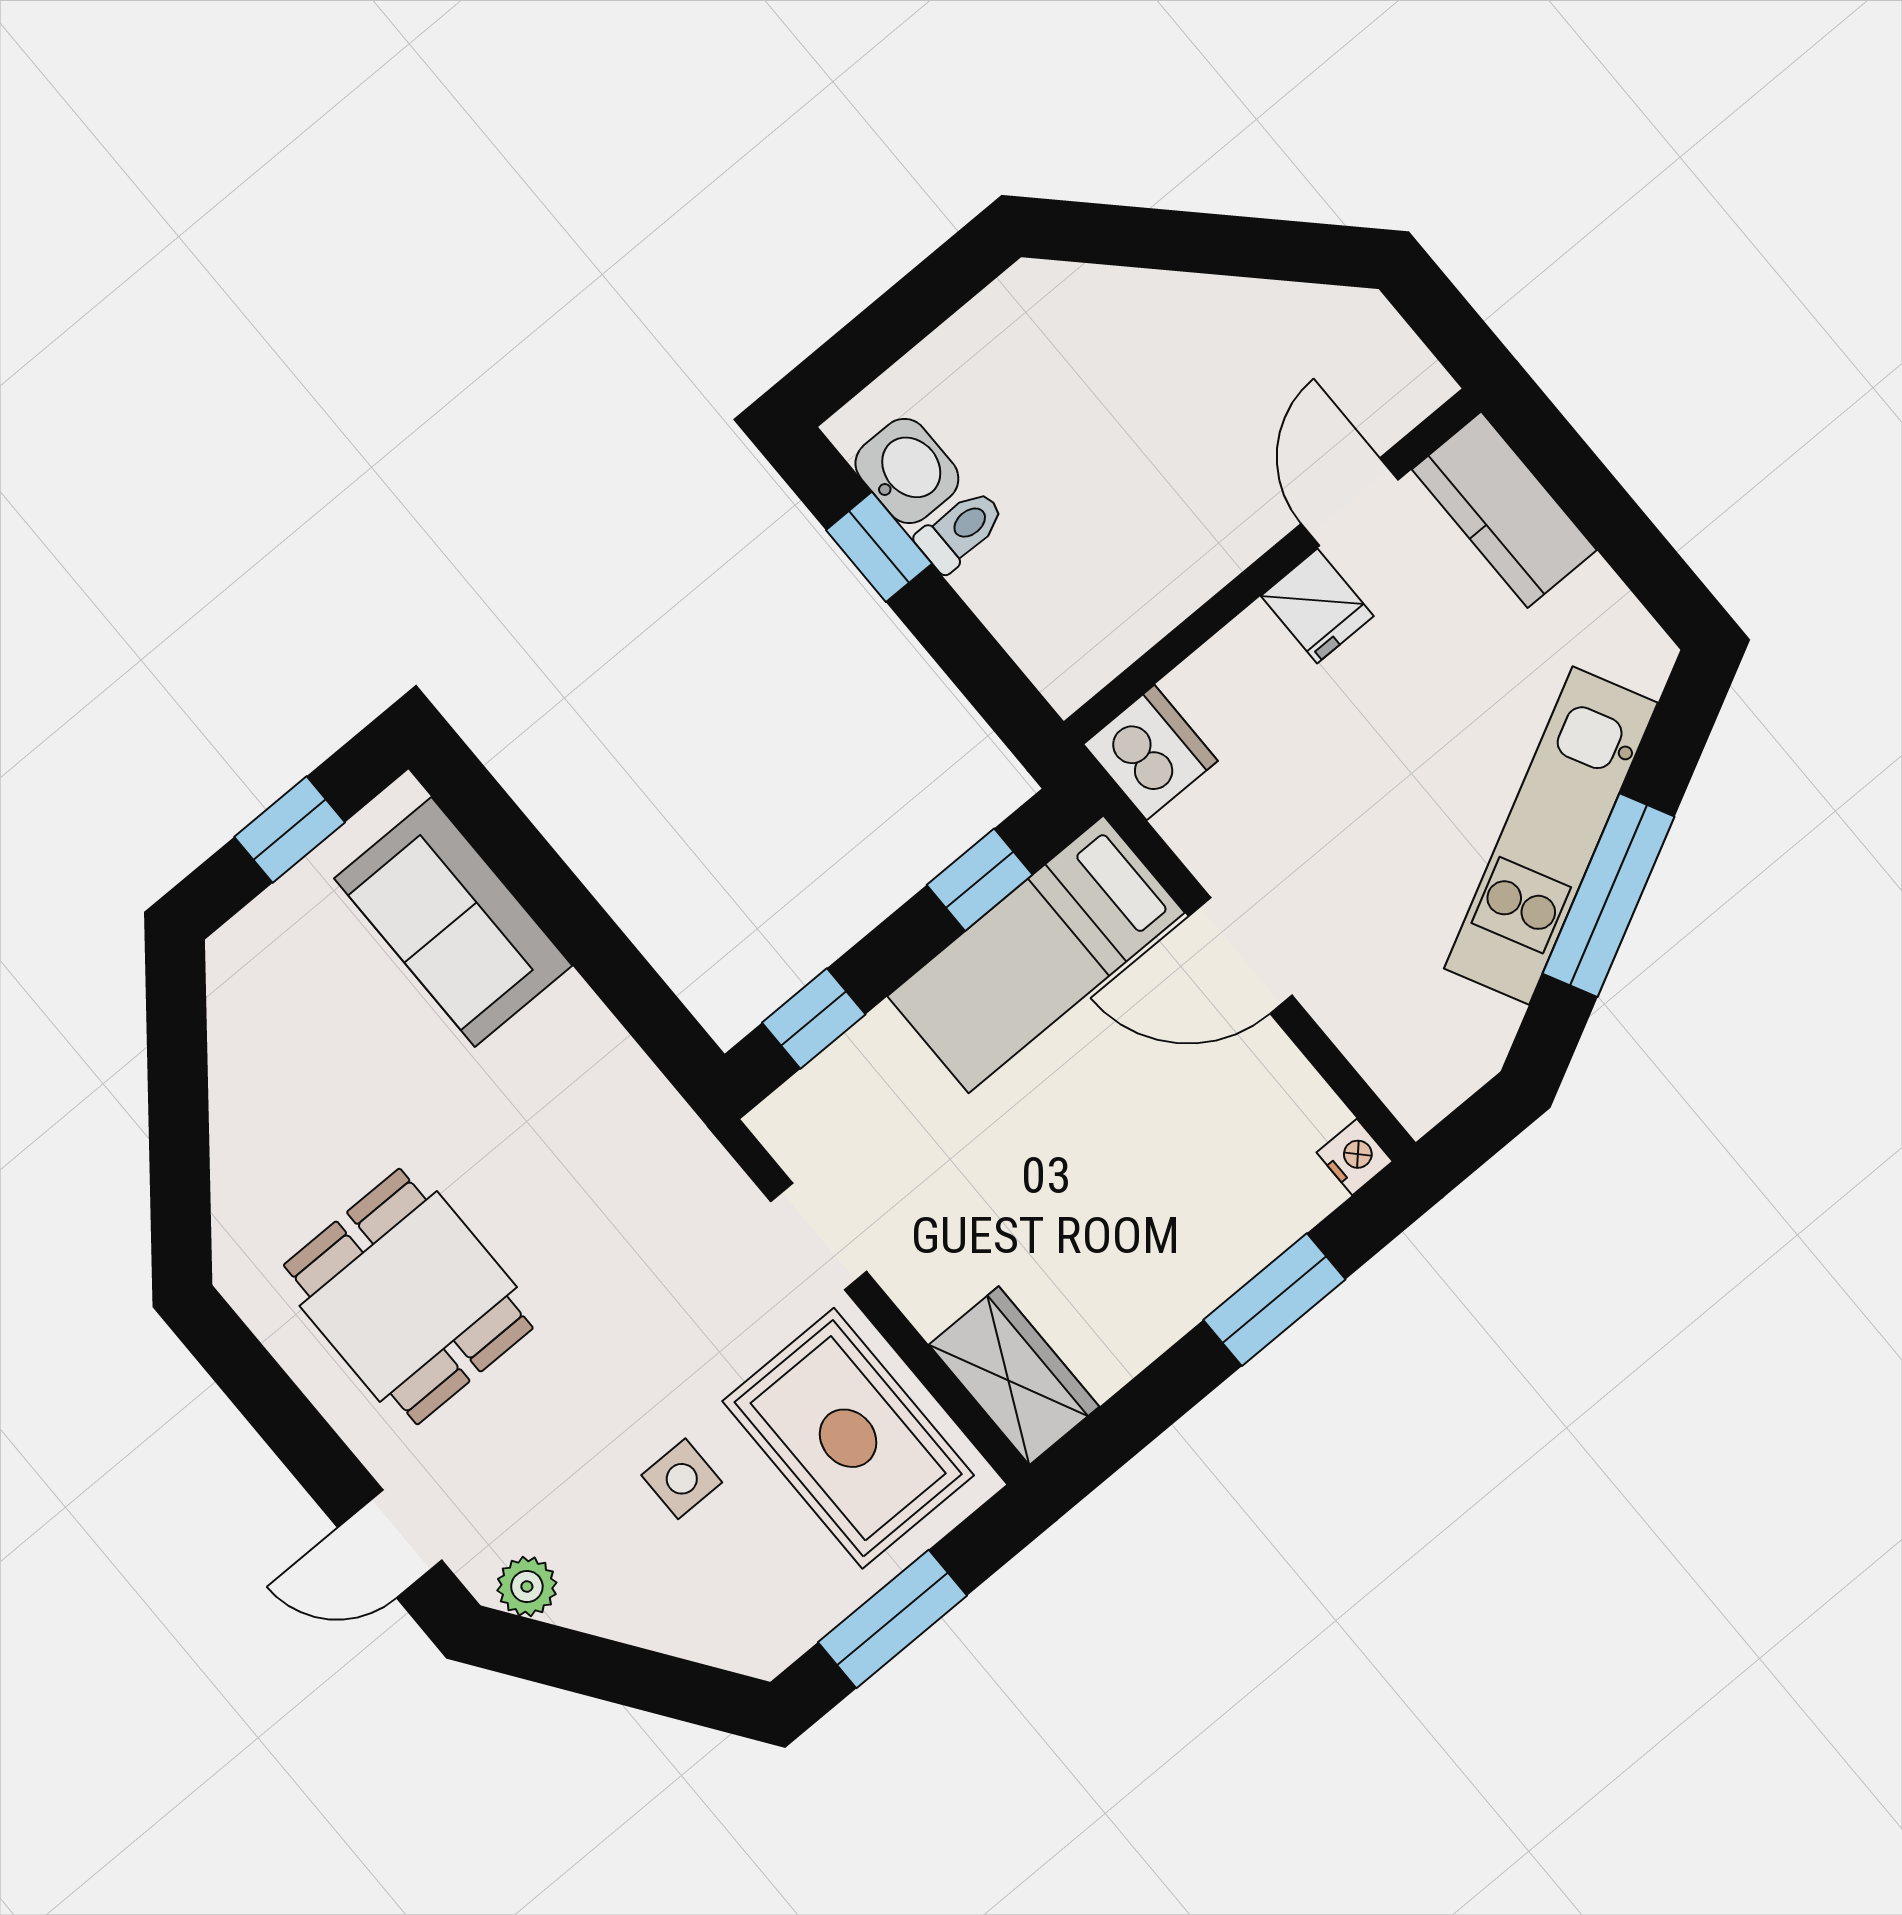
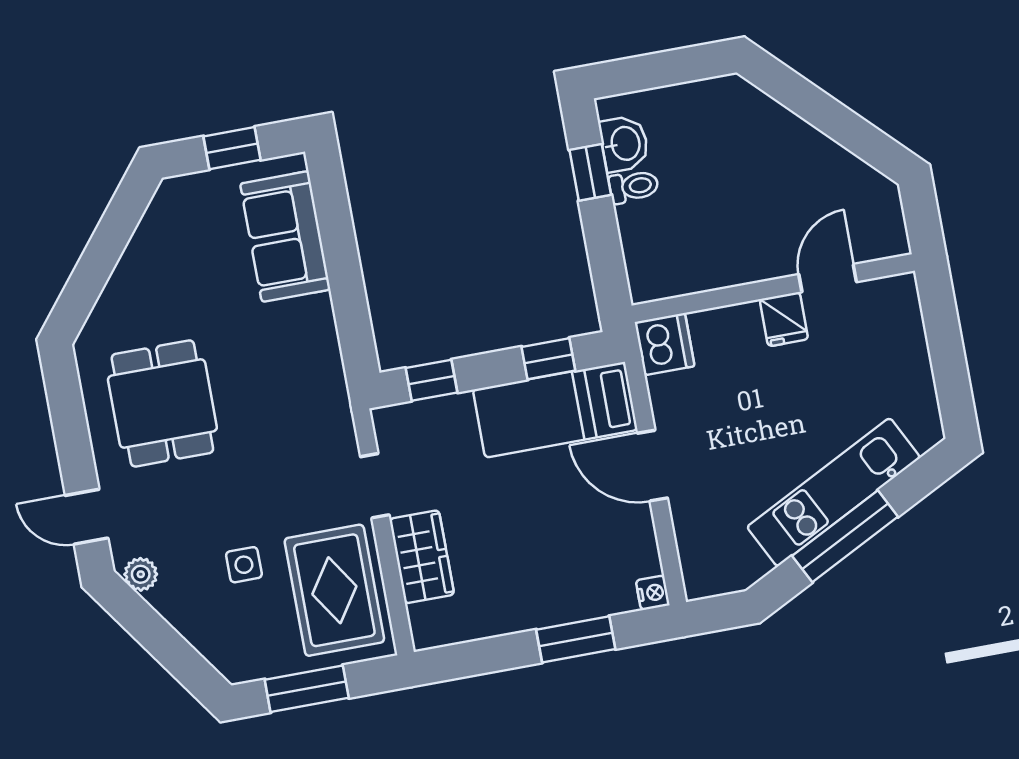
kitchen counter: (1504, 510) -> (899, 324), removed
wardrobe: (1014, 1376) -> (422, 557), moved

